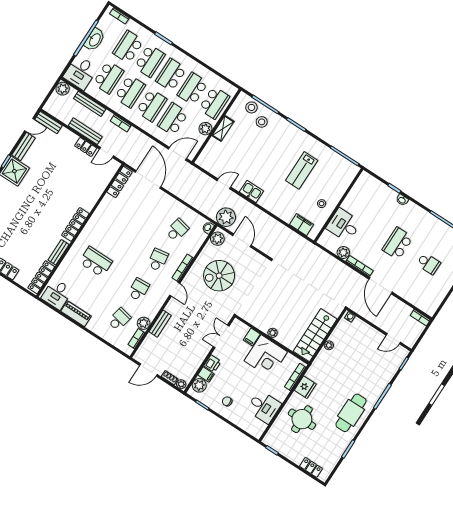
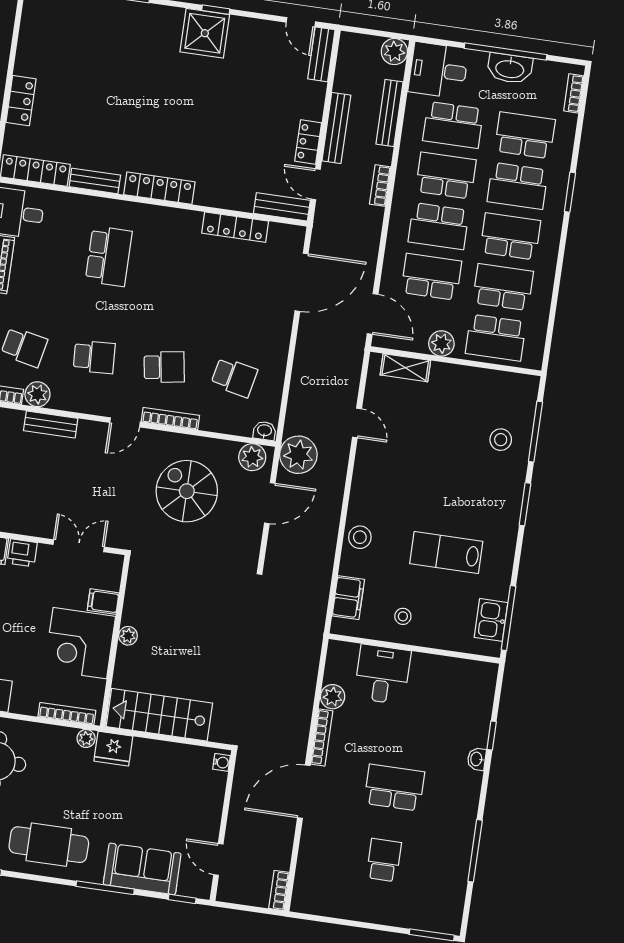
school desk: (130, 91) -> (446, 175), turned 180
stool: (251, 107) -> (360, 537), moved
shelving: (223, 128) -> (405, 368), moved
bench: (24, 146) -> (282, 207), moved
locker: (120, 182) -> (235, 227), moved
kitchen sink: (251, 192) -> (491, 620), moved, turned 180
school desk: (428, 264) -> (384, 860), turned 180
plant: (329, 345) -> (86, 738), moved
sofa: (382, 375) -> (142, 869), added
fridge: (305, 387) -> (113, 749), moved

